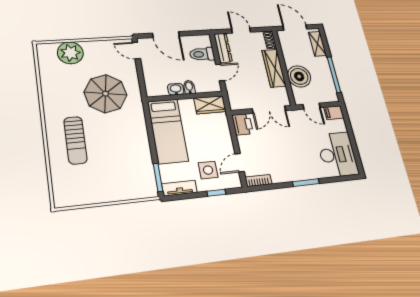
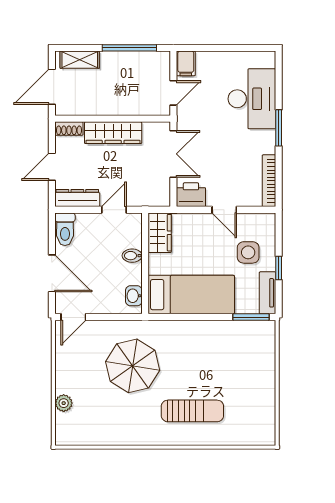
door: (166, 35) -> (52, 273), hinge flipped
plant: (70, 53) -> (64, 403), width x0.53, depth x0.53
toilet: (202, 54) -> (65, 229), moved
door: (220, 73) -> (114, 210), hinge flipped
boiler: (299, 76) -> (128, 99), removed
washbasin: (176, 89) -> (134, 296), moved
desk: (337, 155) -> (252, 99), moved, turned 90
door: (240, 163) -> (224, 210), moved
bookcase: (258, 181) -> (269, 181), width x1.56
window: (216, 193) -> (279, 268), moved

